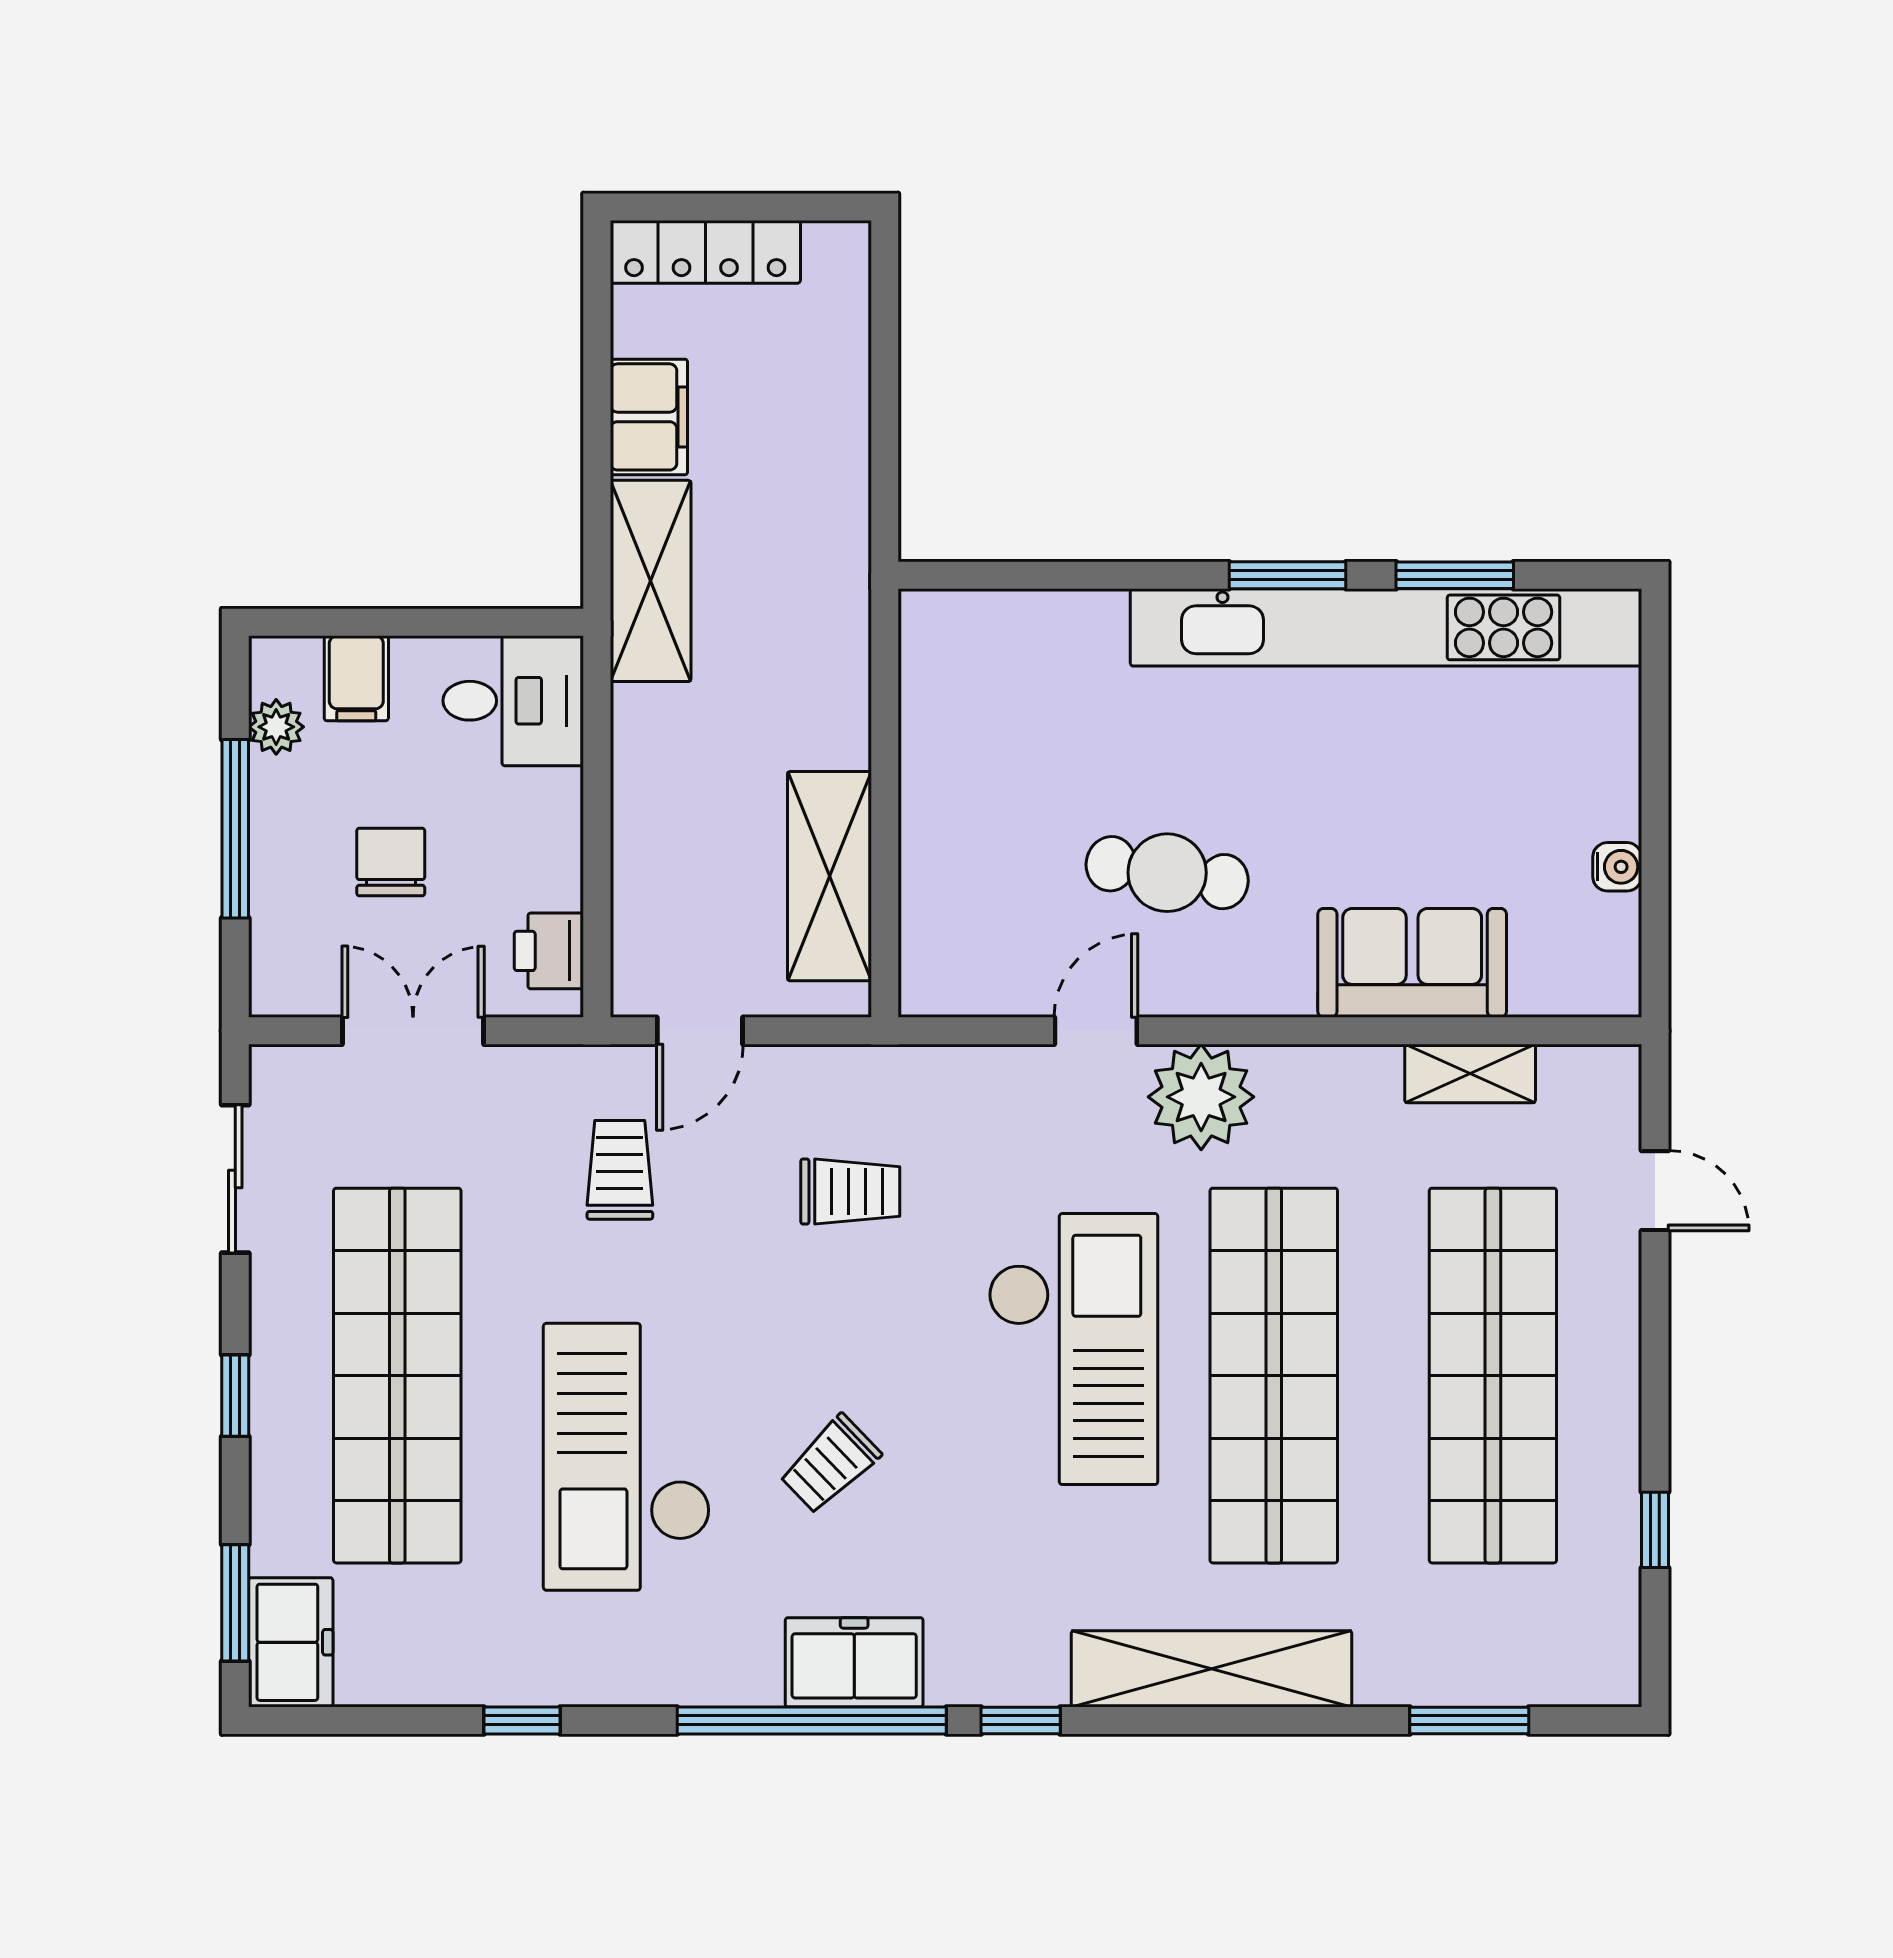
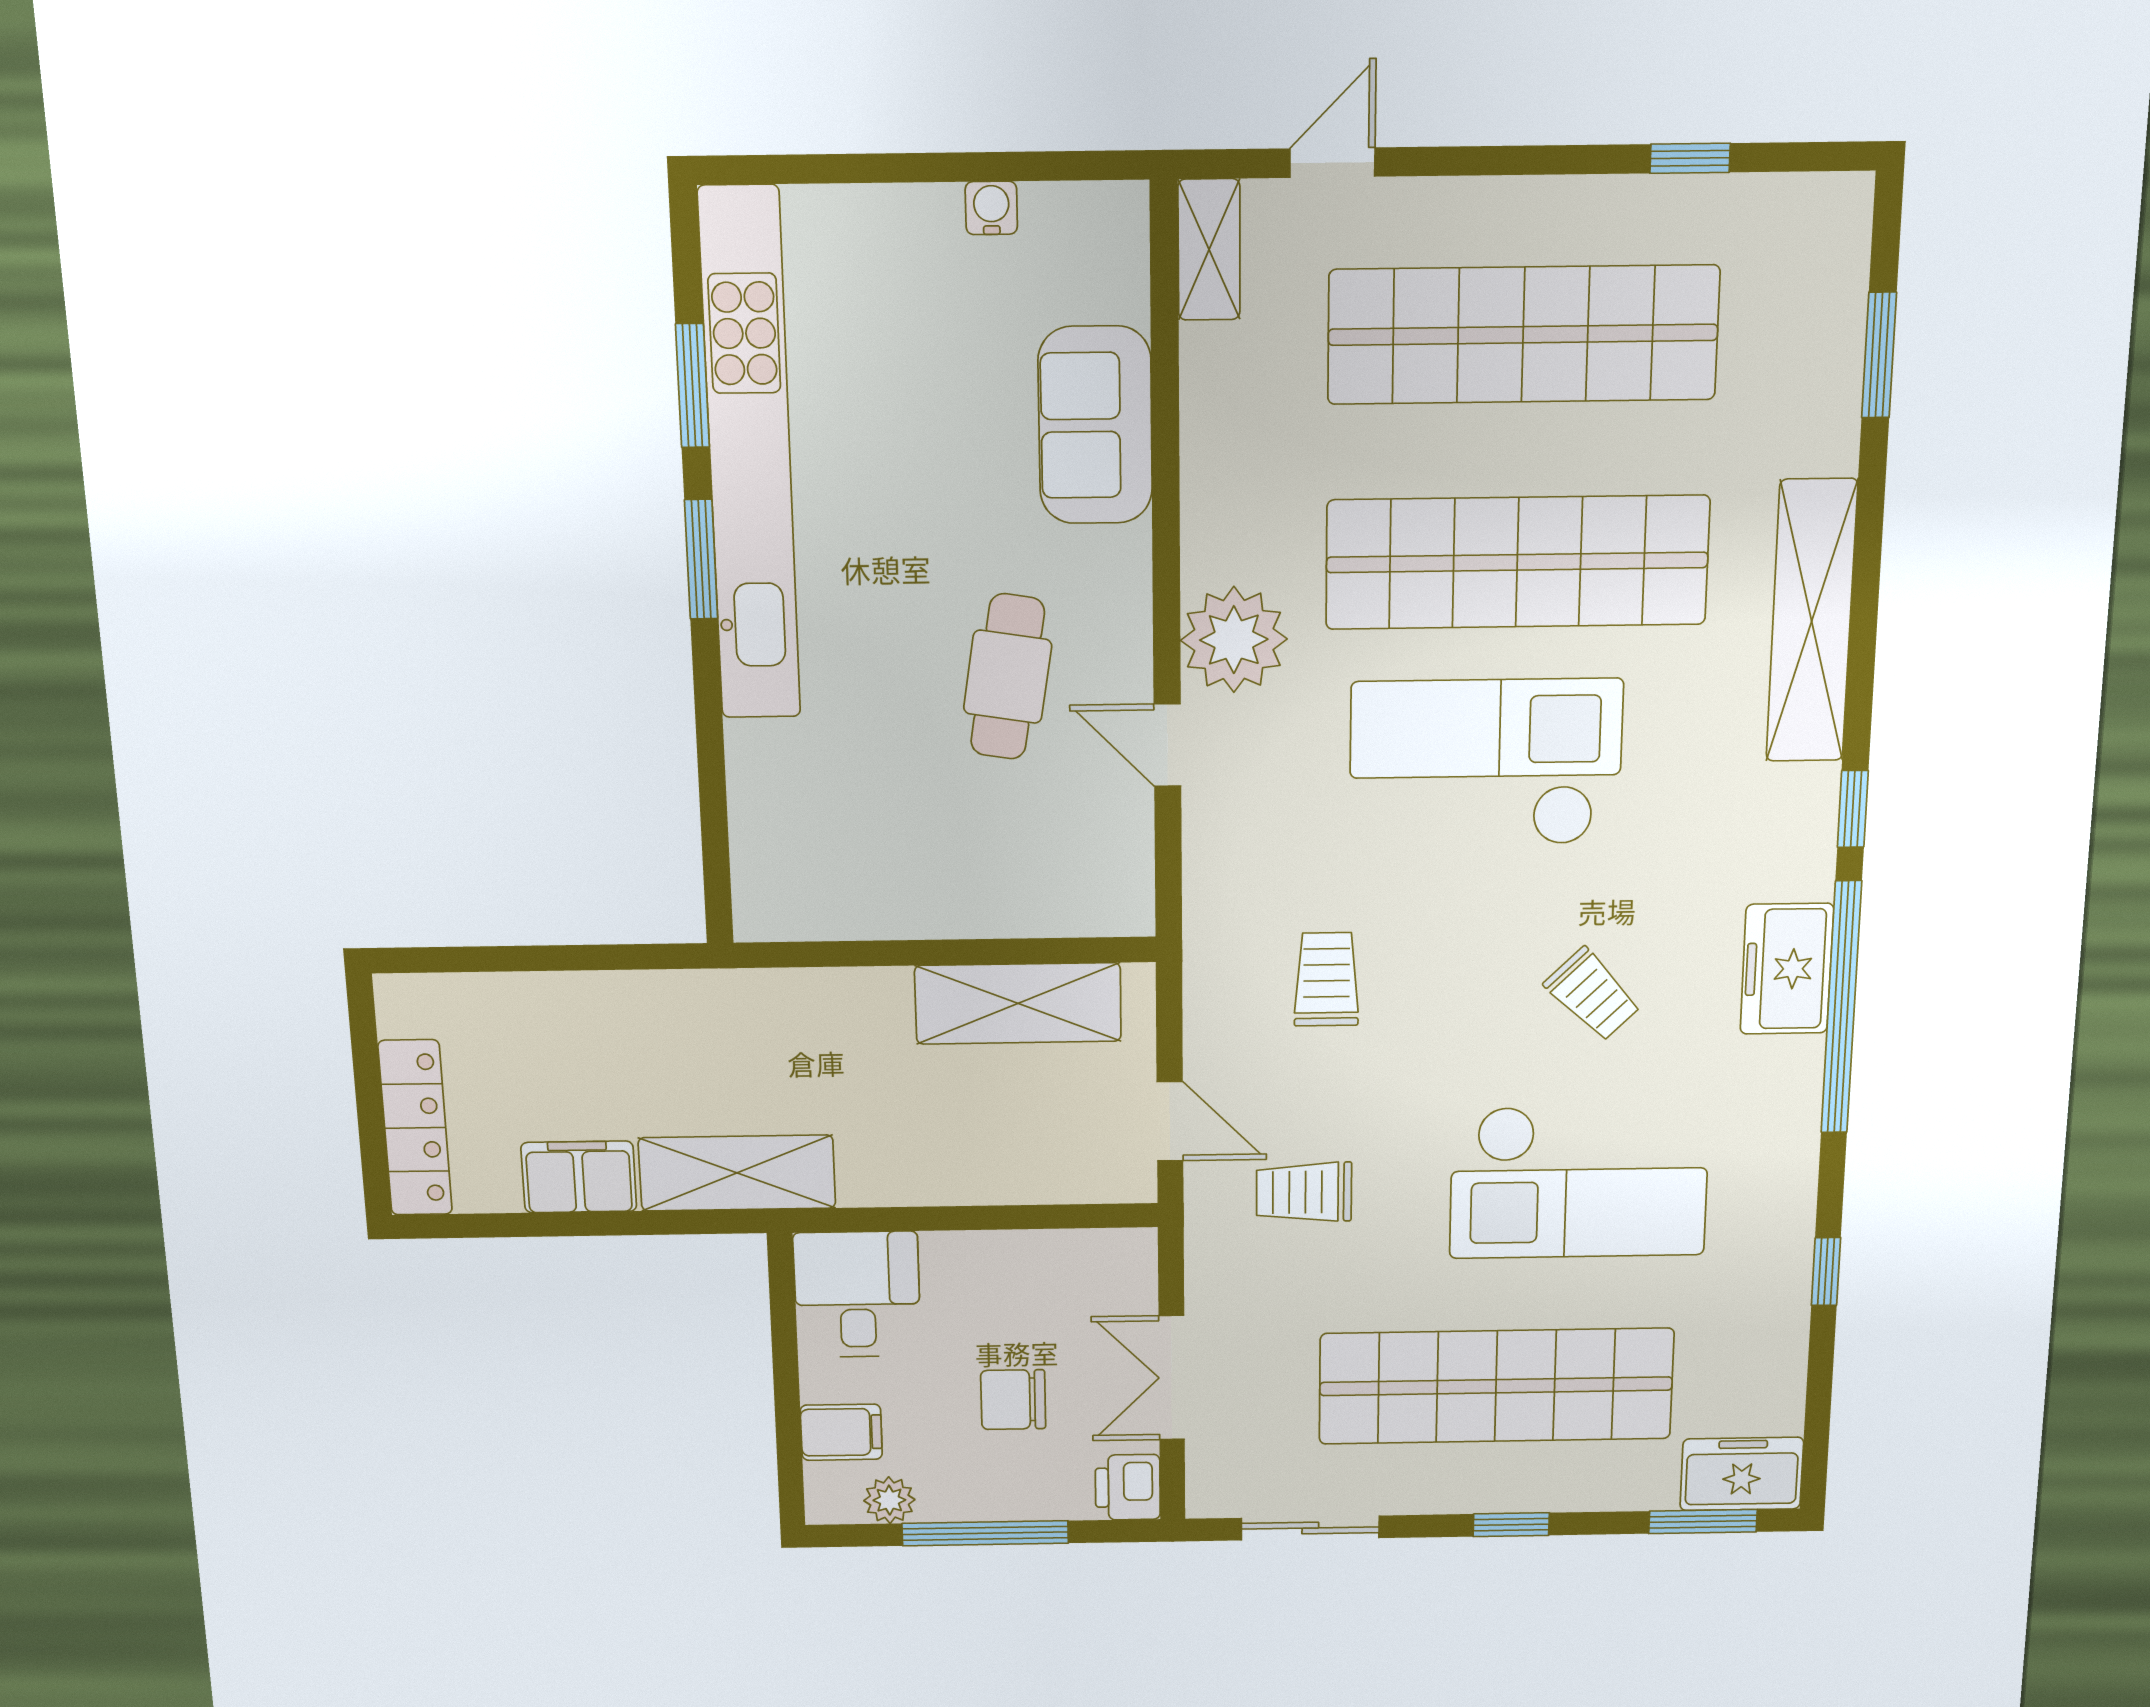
printer: (549, 951) -> (1128, 1487), moved, turned 90
shelving: (1470, 1073) -> (1209, 250), moved

